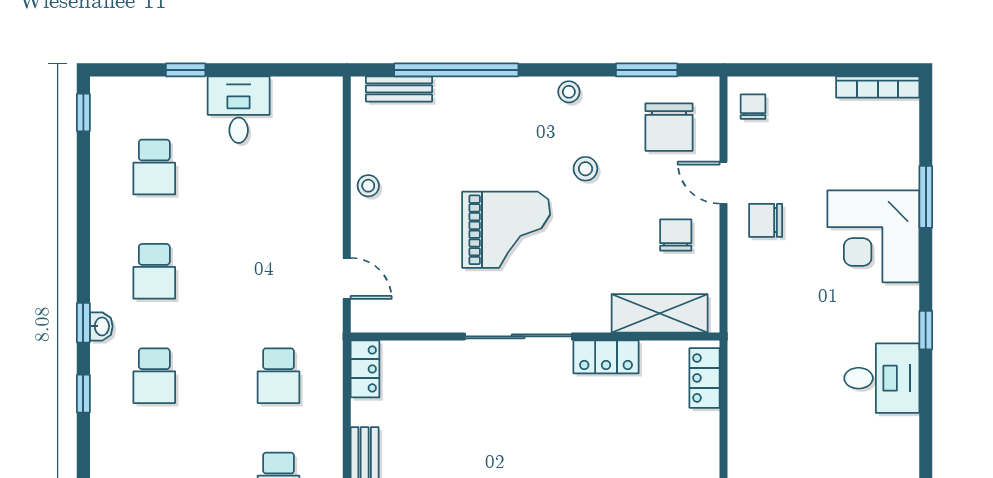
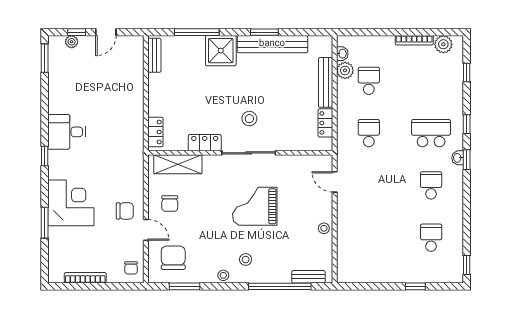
bookcase: (878, 87) -> (85, 278), moved
desk: (239, 110) -> (389, 266), removed
stool: (585, 169) -> (246, 260), moved
locker: (365, 369) -> (325, 123), moved
school desk: (154, 376) -> (431, 133), width x1.85
stool: (517, 405) -> (249, 119), added

